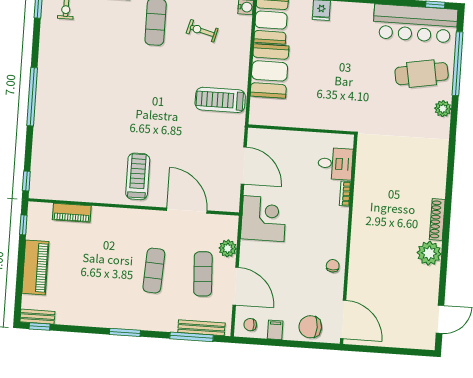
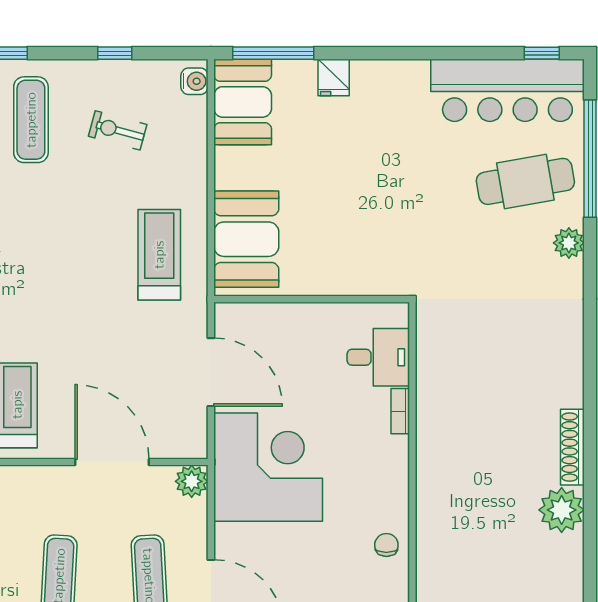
booth: (270, 71) -> (246, 239), moved
treadmill: (220, 100) -> (159, 255), turned 90
corner desk: (264, 219) -> (268, 467), width x1.36, depth x1.36
plant: (228, 248) -> (192, 481), moved

